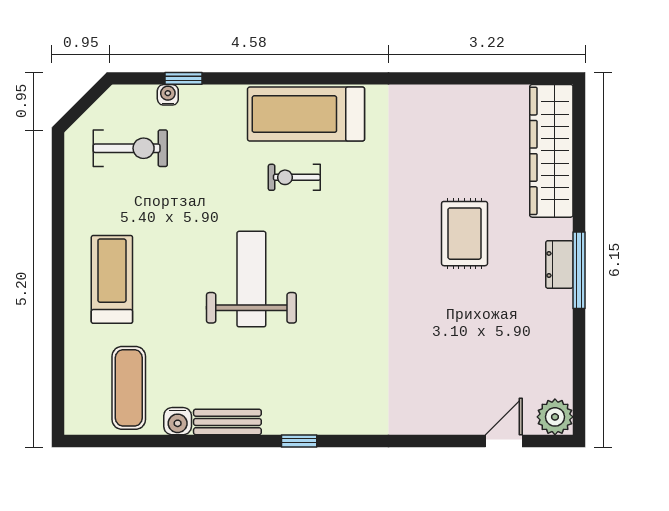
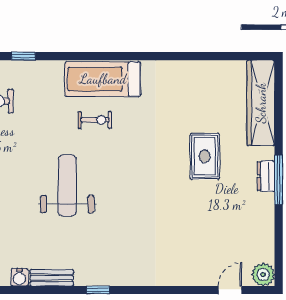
water cooler: (168, 95) -> (13, 67), removed
exercise bike: (294, 177) -> (95, 120), turned 180

